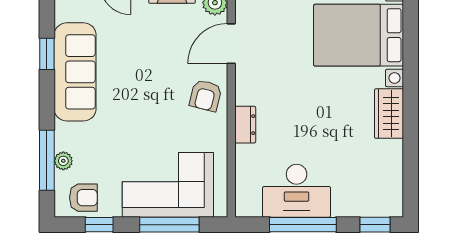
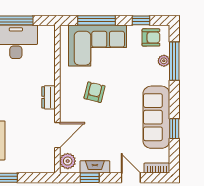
armchair: (206, 96) -> (94, 92), moved
dresser: (245, 125) -> (48, 97), moved
armchair: (83, 198) -> (151, 37), turned 180

